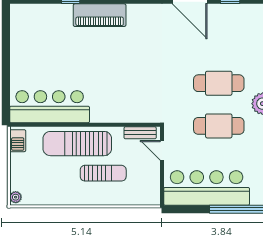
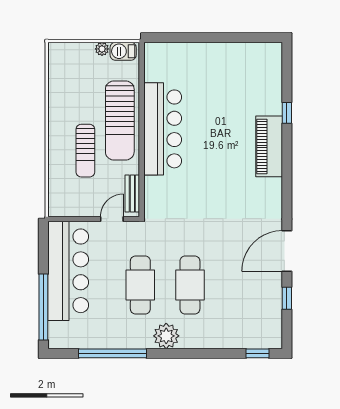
bar counter: (50, 107) -> (163, 129), moved
sun lounger: (77, 144) -> (120, 121), turned 180
plant: (16, 197) -> (102, 49), moved

